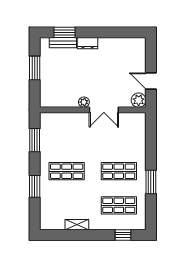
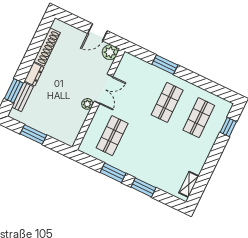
shoe rack: (117, 43) -> (47, 47), added
window: (35, 140) -> (113, 173), moved
shop shelf: (67, 171) -> (112, 136), moved
window: (151, 182) -> (165, 65), moved
shelving: (77, 225) -> (189, 184), moved

